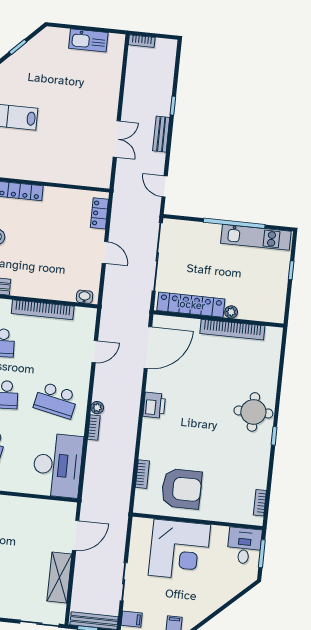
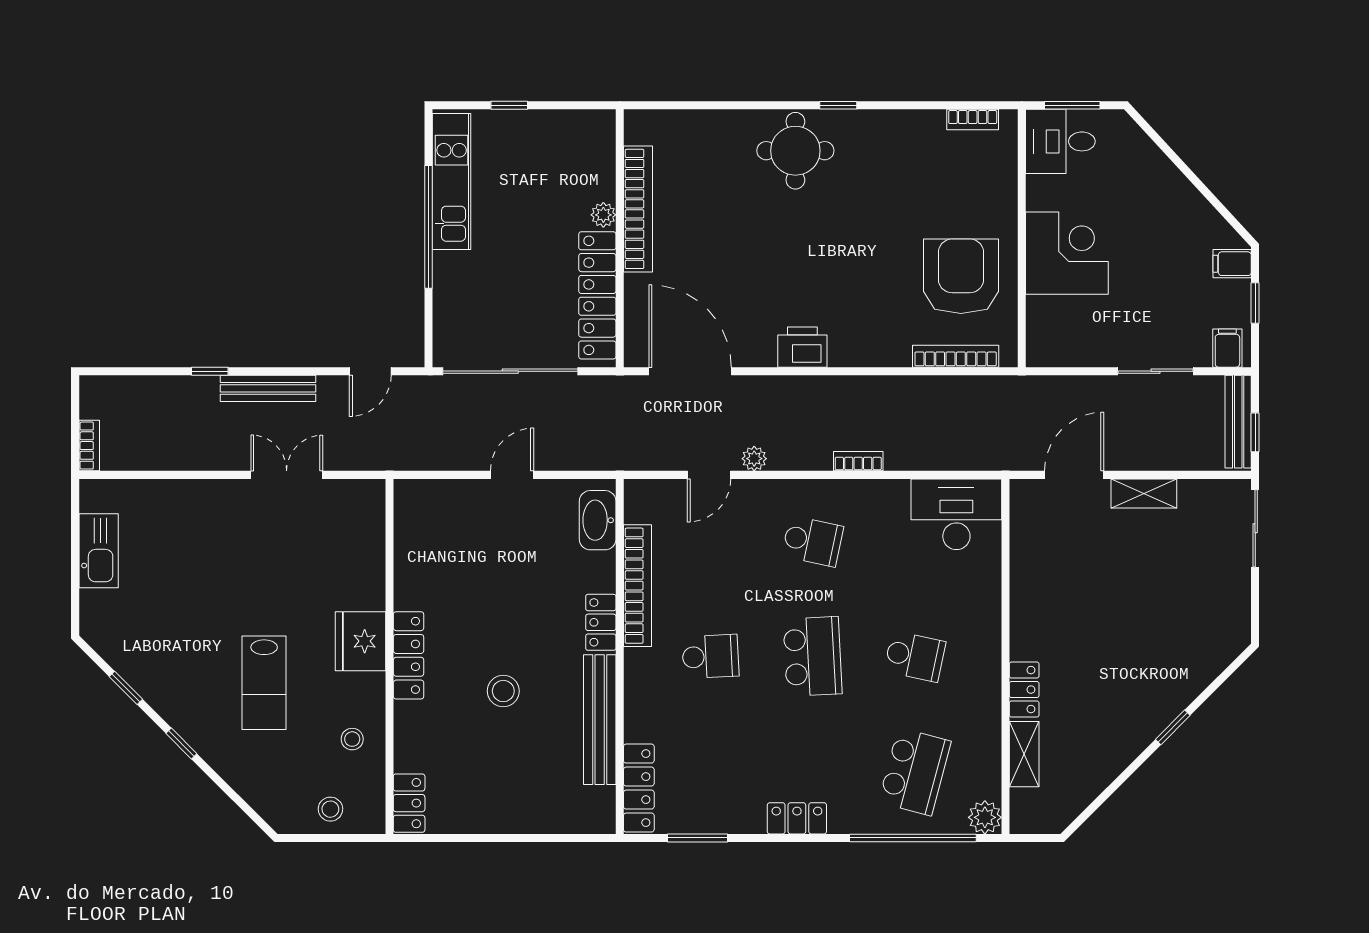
bench: (161, 134) -> (268, 388), width x1.36
fridge: (29, 168) -> (361, 641), added
locker: (99, 213) -> (601, 622), moved, turned 90
washbasin: (85, 297) -> (598, 520), width x1.91, depth x1.45
door: (95, 352) -> (709, 475), swing flipped
school desk: (56, 400) -> (813, 541), width x0.54
plant: (97, 408) -> (754, 459), moved
desk: (58, 465) -> (956, 514), width x0.73, depth x0.77
bookcase: (142, 474) -> (956, 356), width x1.56
door: (76, 535) -> (1074, 475), hinge flipped
corner desk: (179, 550) -> (1067, 253), width x0.74, depth x0.74
shelving: (59, 577) -> (1144, 493), width x0.67, depth x0.75

